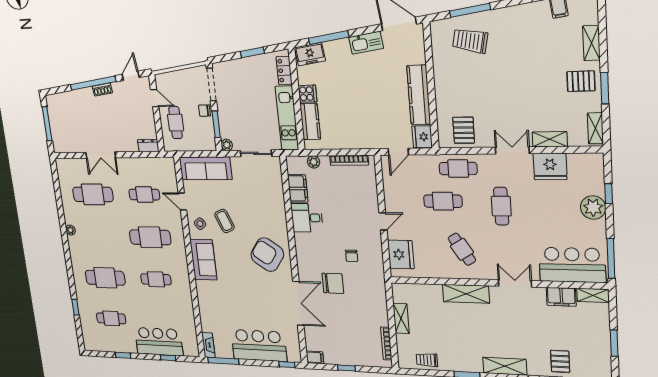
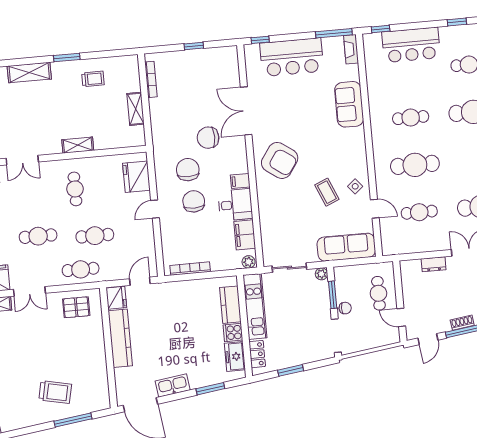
window: (329, 38) -> (210, 389), width x0.69
trolley: (470, 41) -> (55, 392), moved
freezer: (310, 54) -> (235, 356), moved, turned -82
pallet: (464, 130) -> (76, 307), turned 90
dresser: (148, 146) -> (434, 264), moved
plant: (314, 162) -> (249, 262), moved
cafe table: (501, 206) -> (38, 236), turned 90
chair: (346, 225) -> (194, 201), added
cafe table: (462, 249) -> (75, 189), turned 32
chair: (352, 256) -> (188, 170), width x1.87, depth x1.87
sofa: (203, 260) -> (349, 104), moved
shelving: (466, 294) -> (78, 145), width x0.67, depth x0.75
filing cabinet: (315, 357) -> (240, 181), moved
window: (168, 358) -> (381, 29), moved
trolley: (427, 360) -> (93, 79), moved

